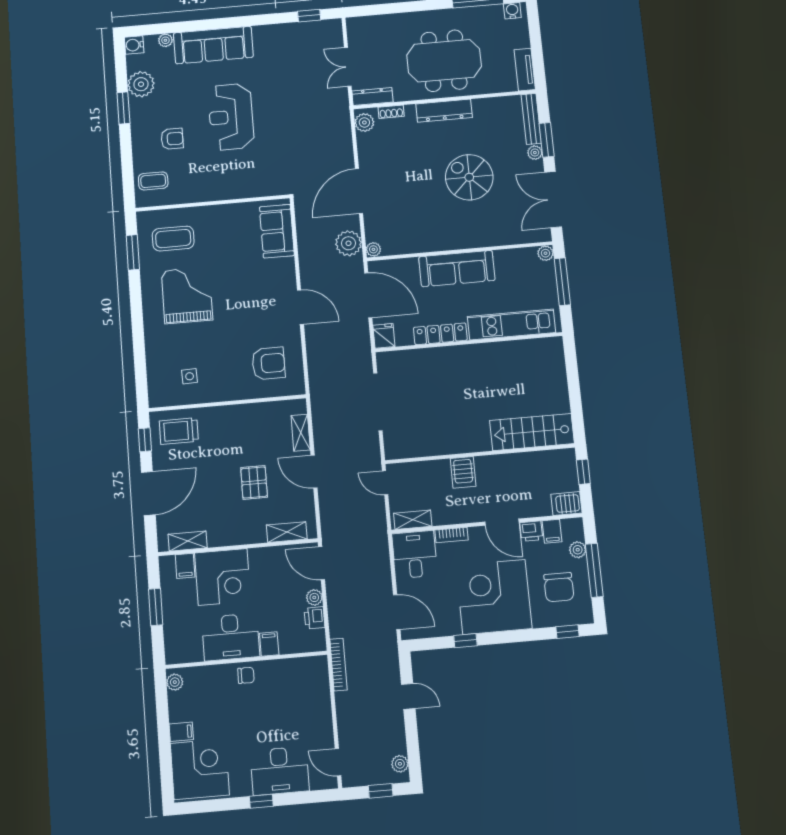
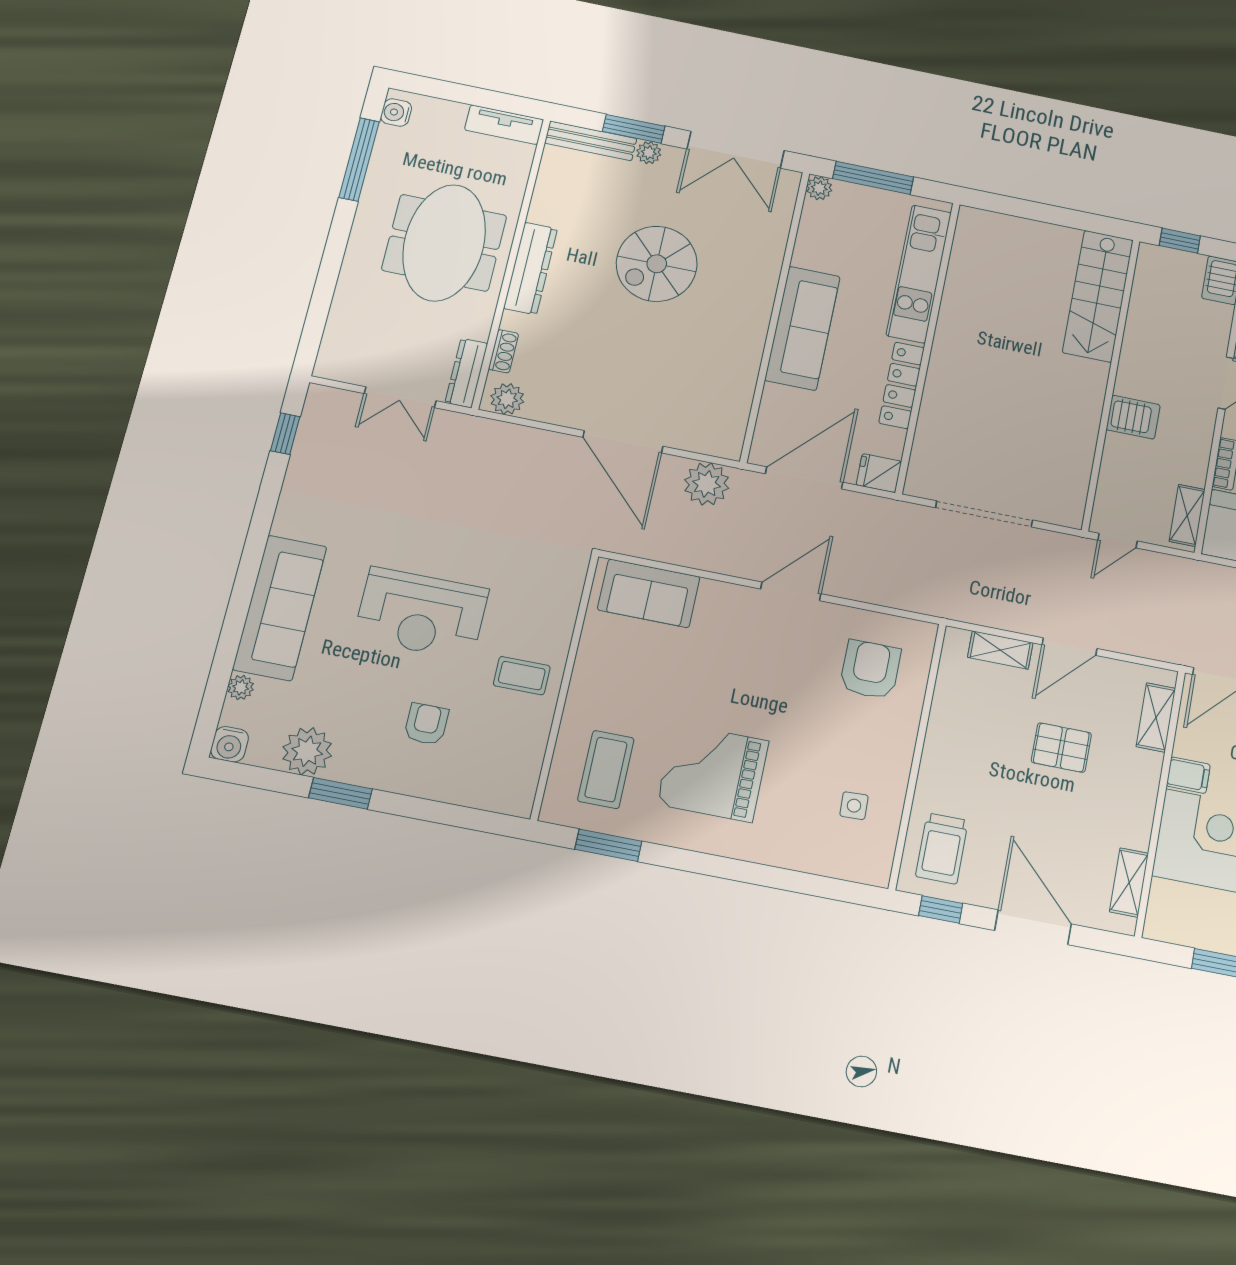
coffee table: (153, 181) -> (522, 676), moved, turned 90
plant: (373, 249) -> (730, 448), removed
filing cabinet: (185, 566) -> (1188, 775), moved

